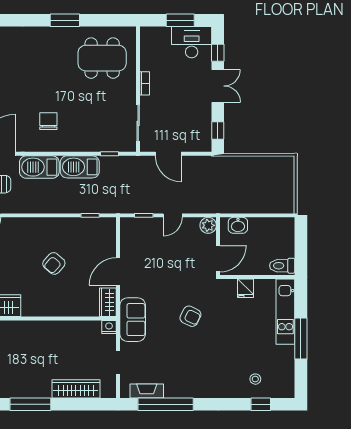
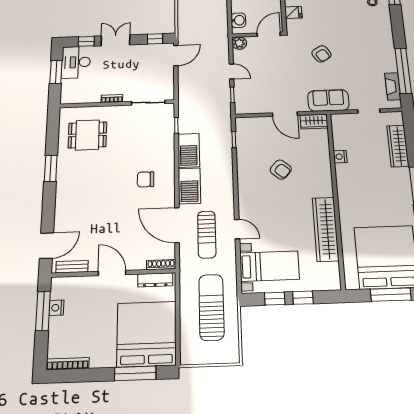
dining table: (102, 58) -> (87, 135), width x0.73
door: (168, 154) -> (176, 56), moved
door: (218, 259) -> (269, 34), hinge flipped
armchair: (190, 316) -> (321, 54), turned 122
nightstand: (109, 327) -> (340, 157), moved

